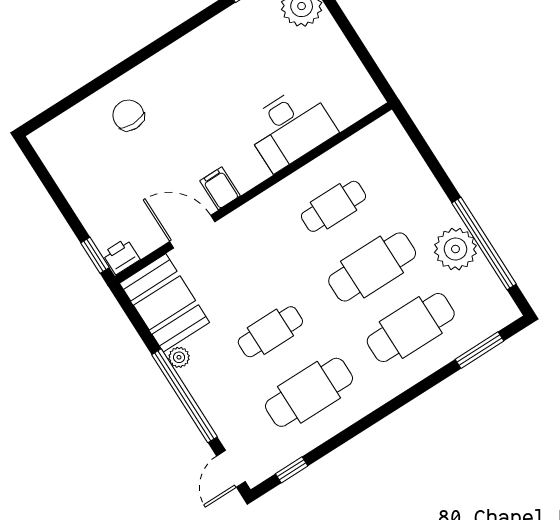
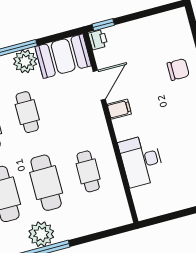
plant: (179, 357) -> (25, 61), width x1.88, depth x1.88

